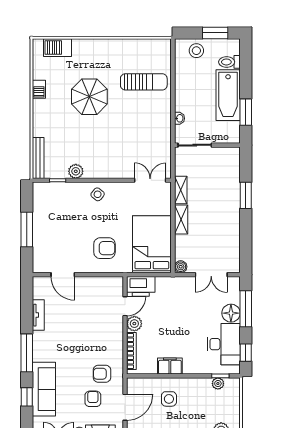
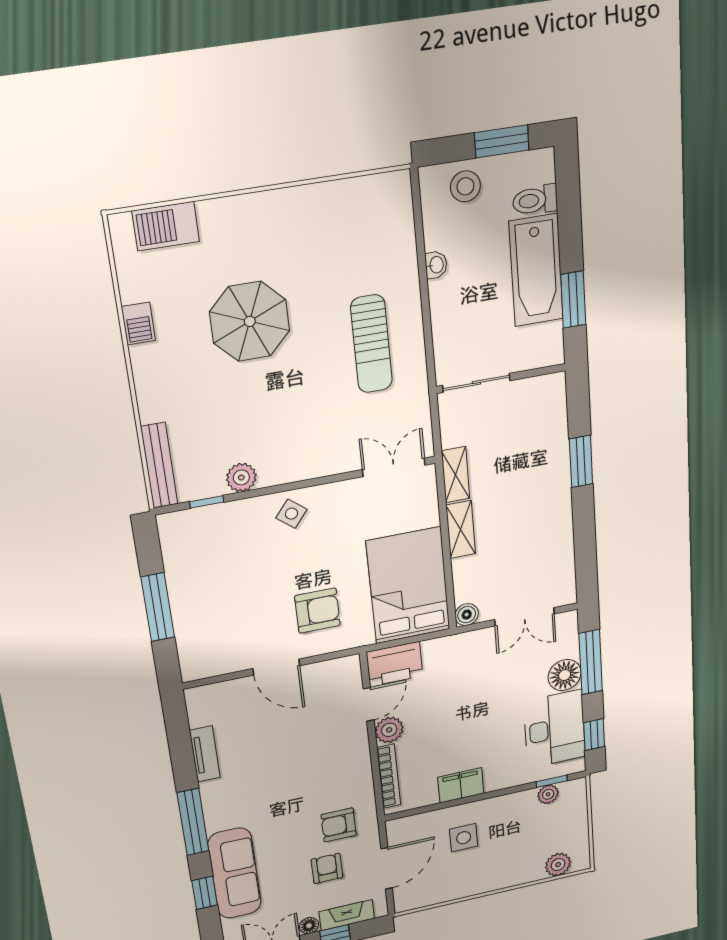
sun lounger: (144, 82) -> (371, 344), moved, turned 90
washbasin: (179, 118) -> (436, 265), moved
door: (63, 275) -> (276, 667), moved

